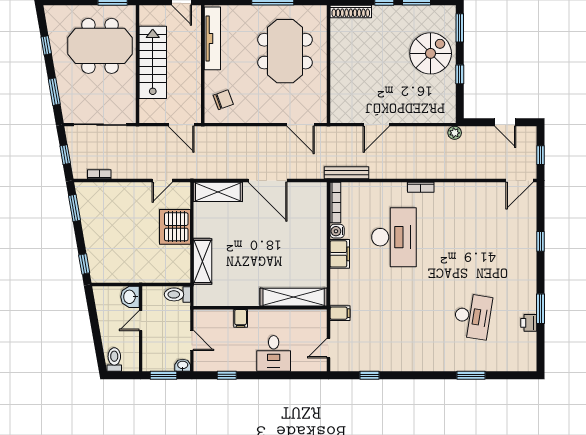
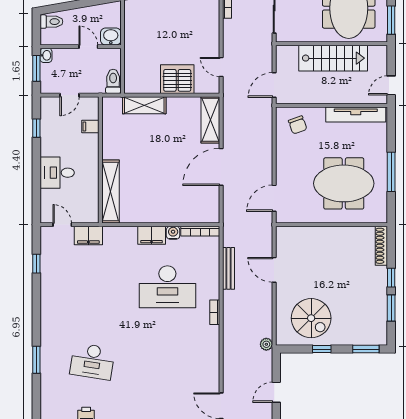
spiral stairs: (431, 53) -> (311, 318), moved
bench: (347, 173) -> (228, 268), moved
filing cabinet: (340, 313) -> (88, 236), width x2.00
filing cabinet: (241, 318) -> (90, 126), moved
washbasin: (183, 365) -> (46, 55), moved

